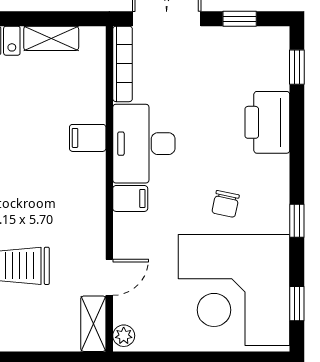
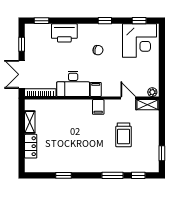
filing cabinet: (88, 138) -> (98, 107), moved
corner desk: (234, 290) -> (139, 41), width x0.74, depth x0.74

